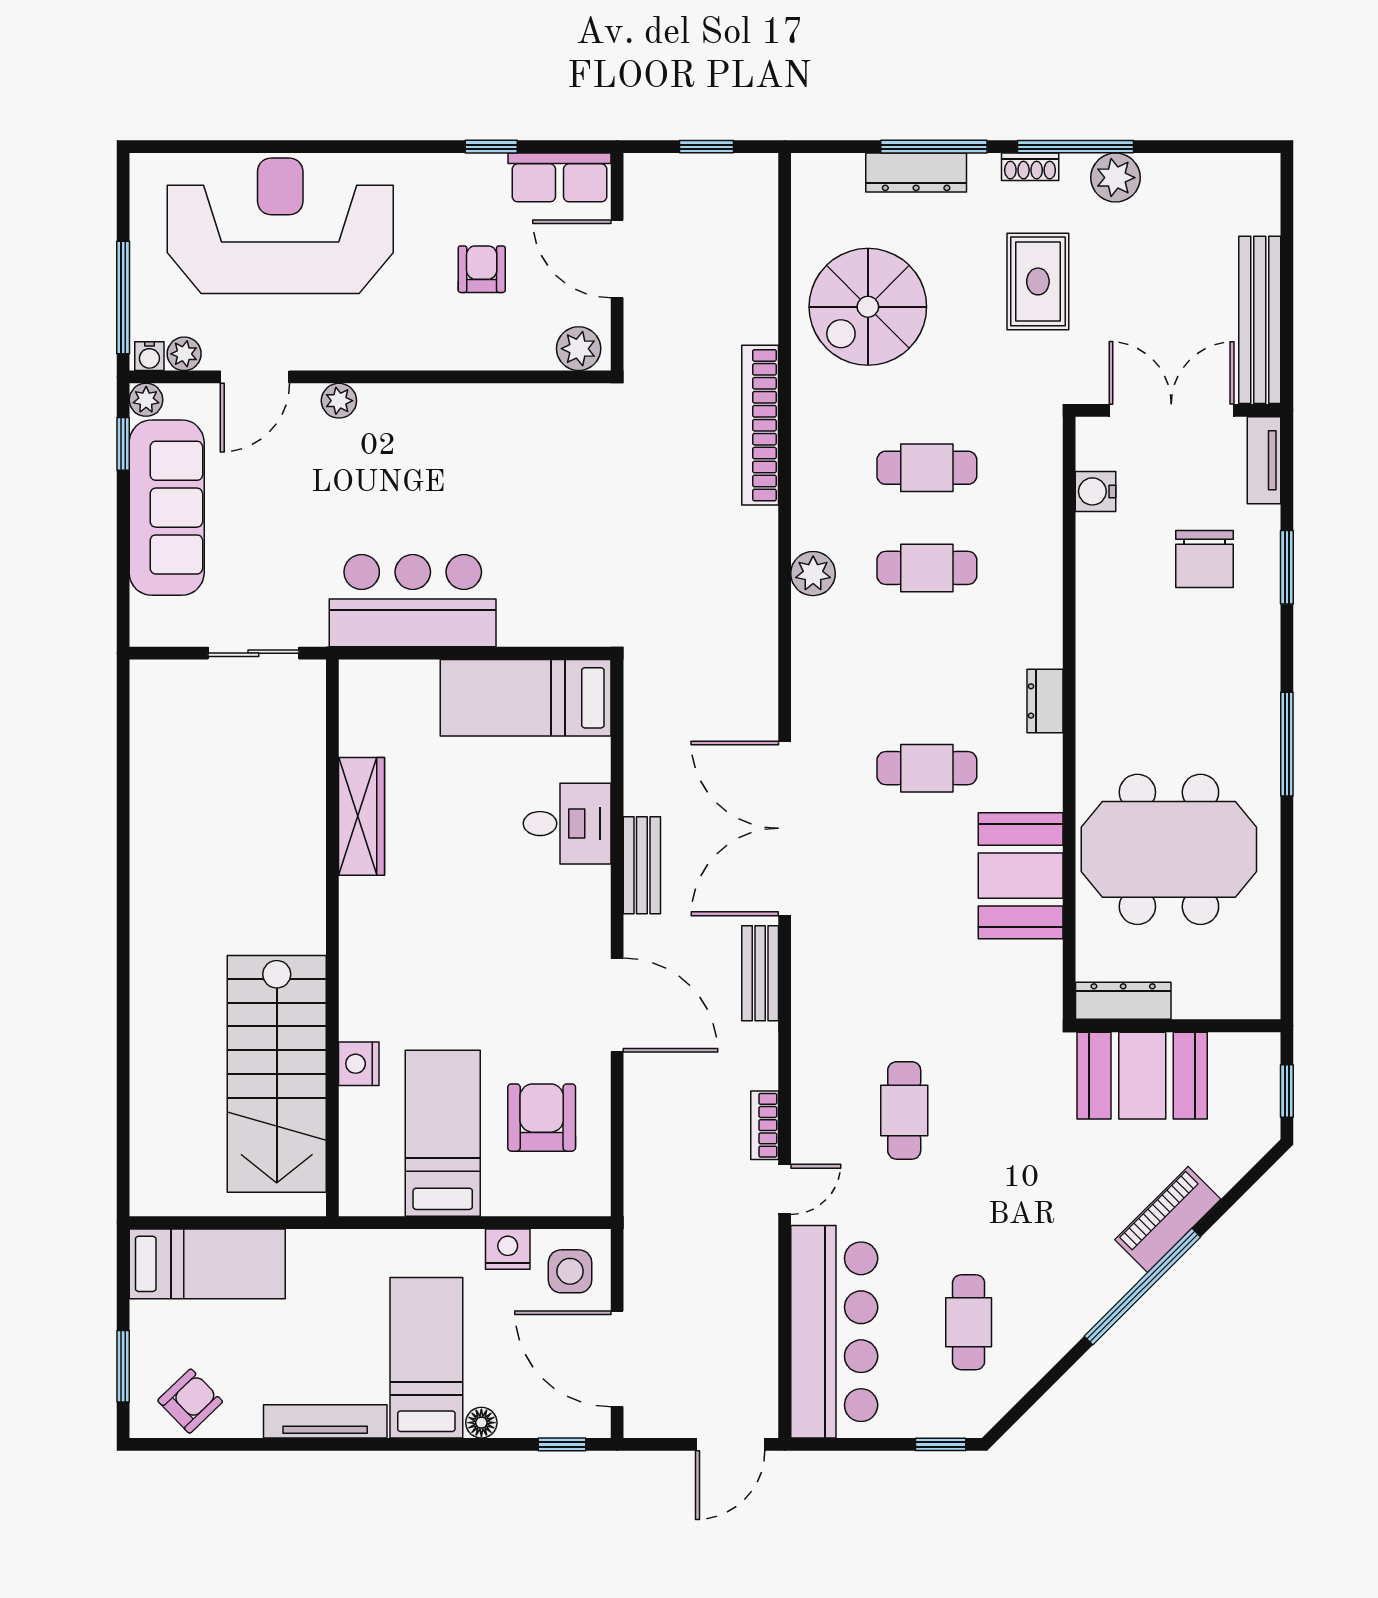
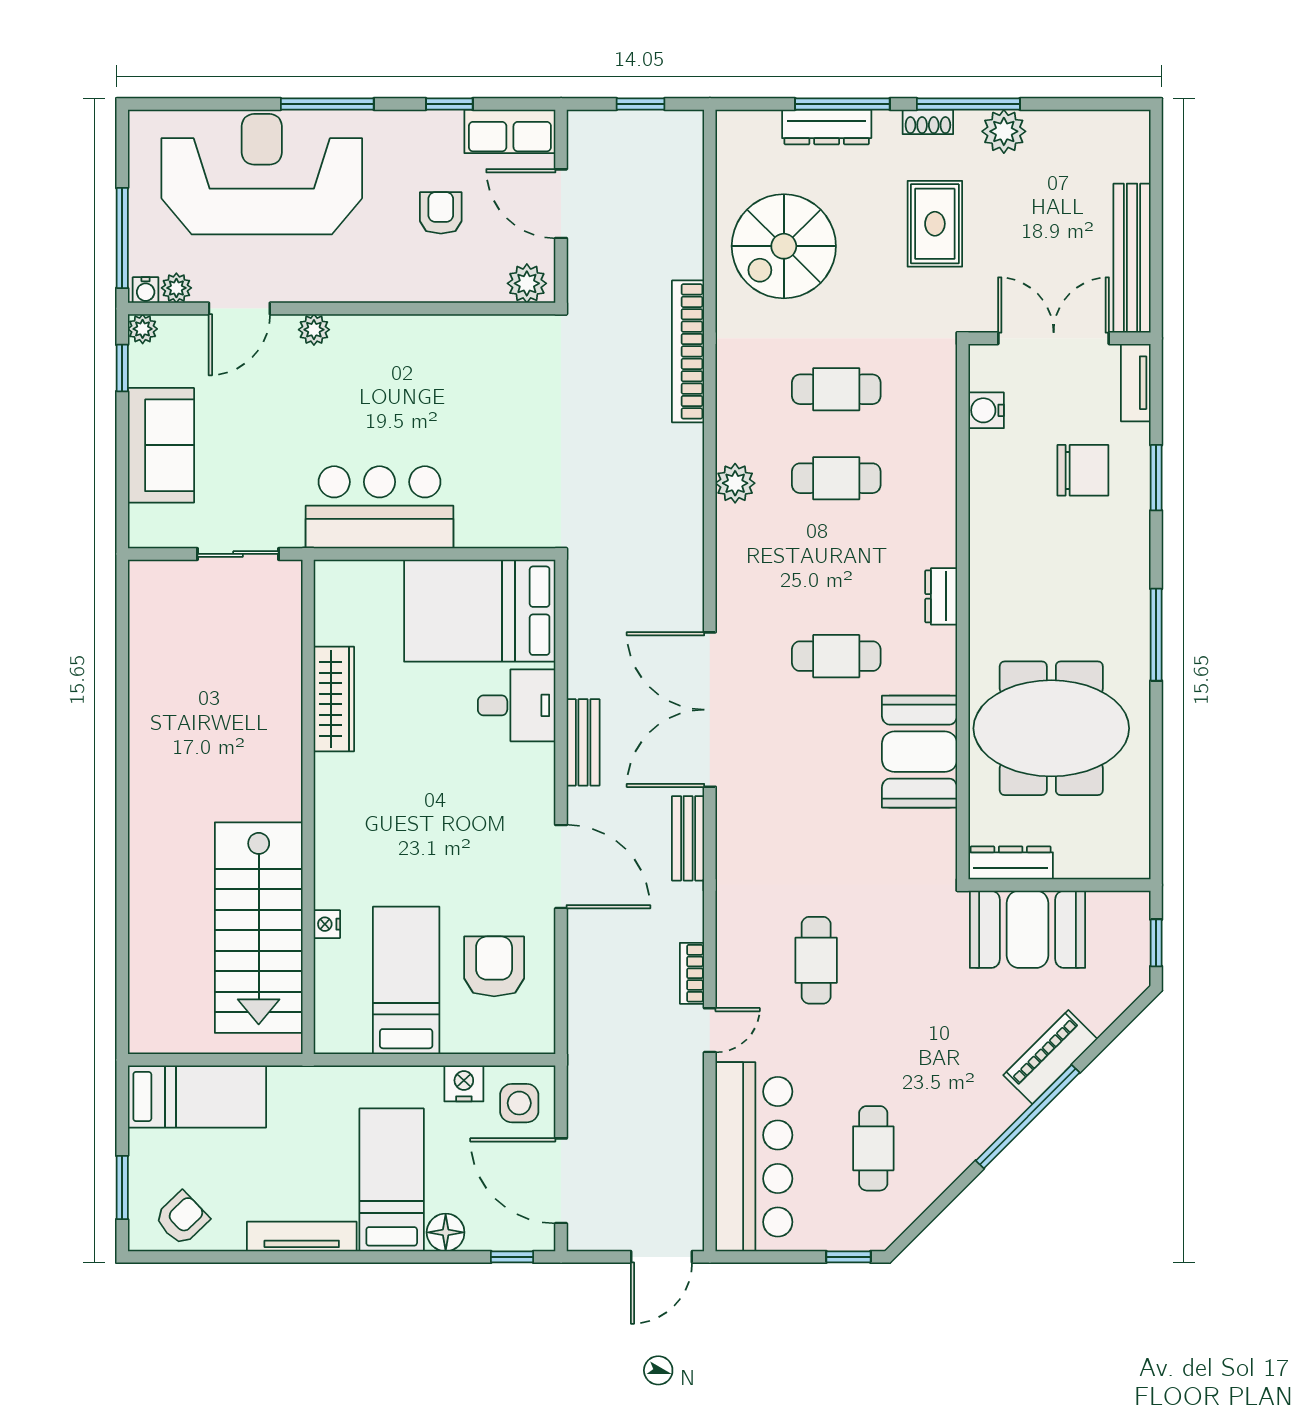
window: (354, 147) -> (327, 104), added
sofa: (167, 508) -> (161, 445), width x0.73
chair: (1204, 559) -> (1083, 470), turned -90
bed: (526, 698) -> (480, 611), width x1.50
nightstand: (359, 1064) -> (327, 924), width x0.72, depth x0.74
floor lamp: (481, 1423) -> (446, 1232), width x1.37, depth x1.37

